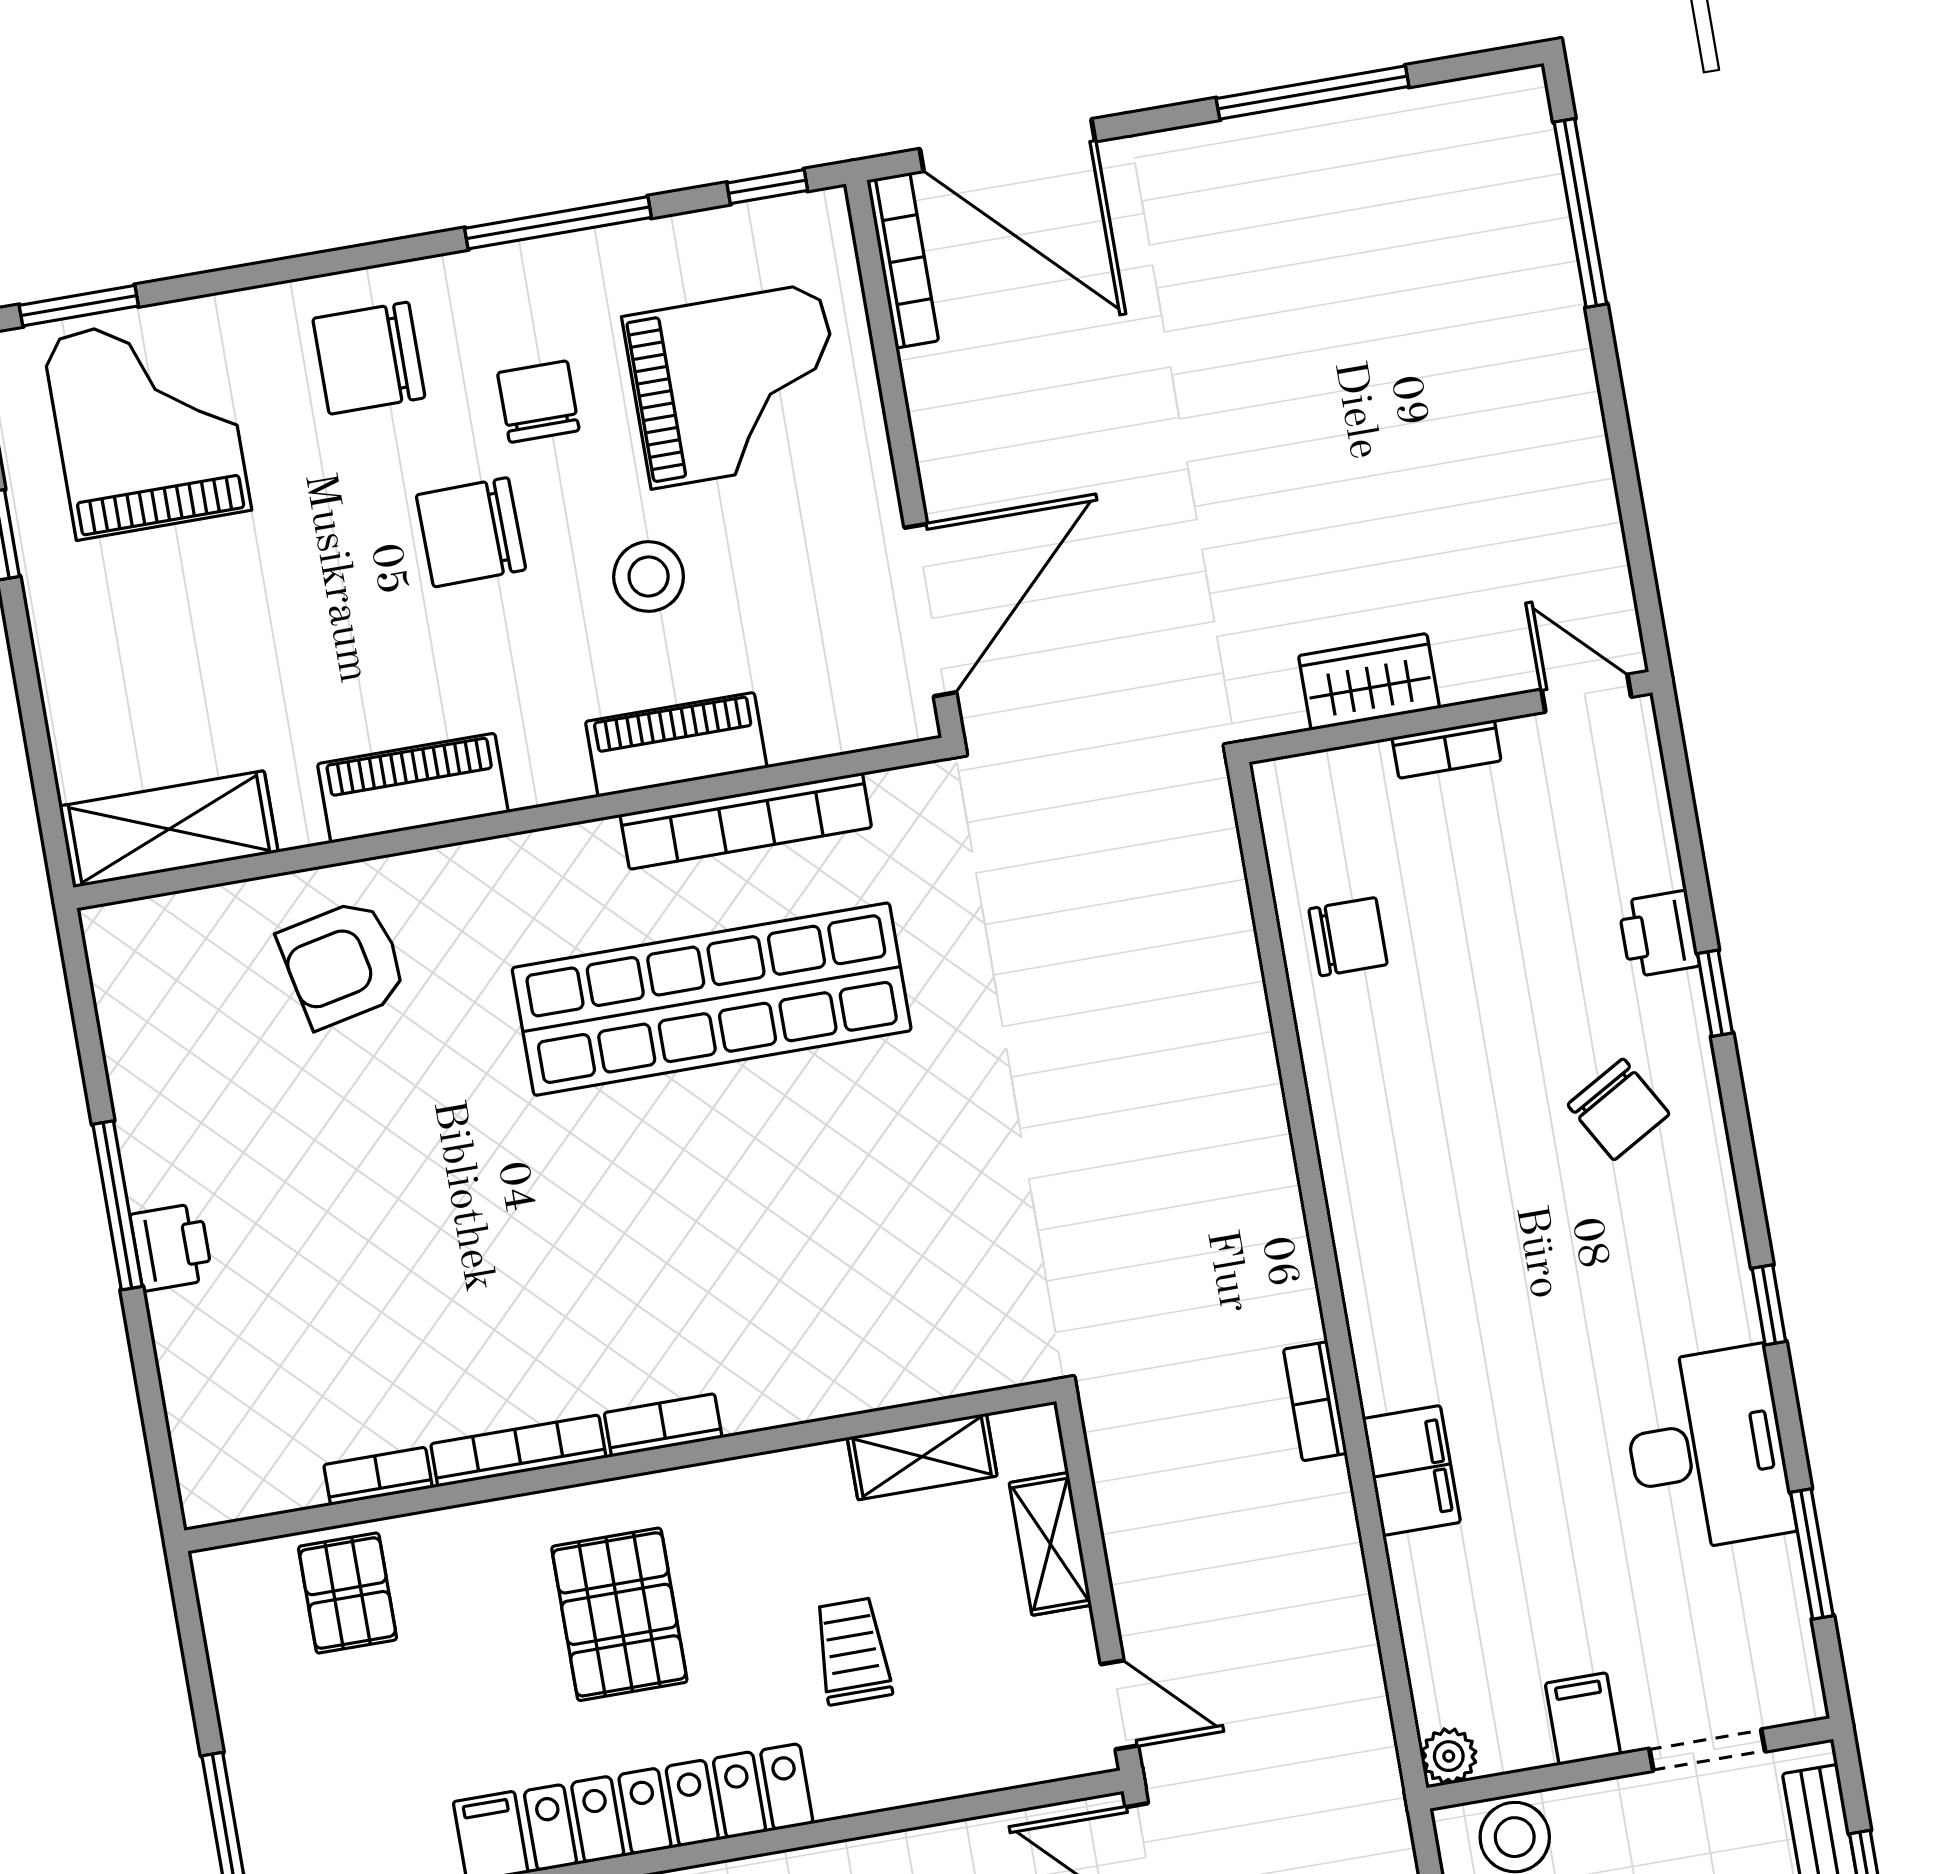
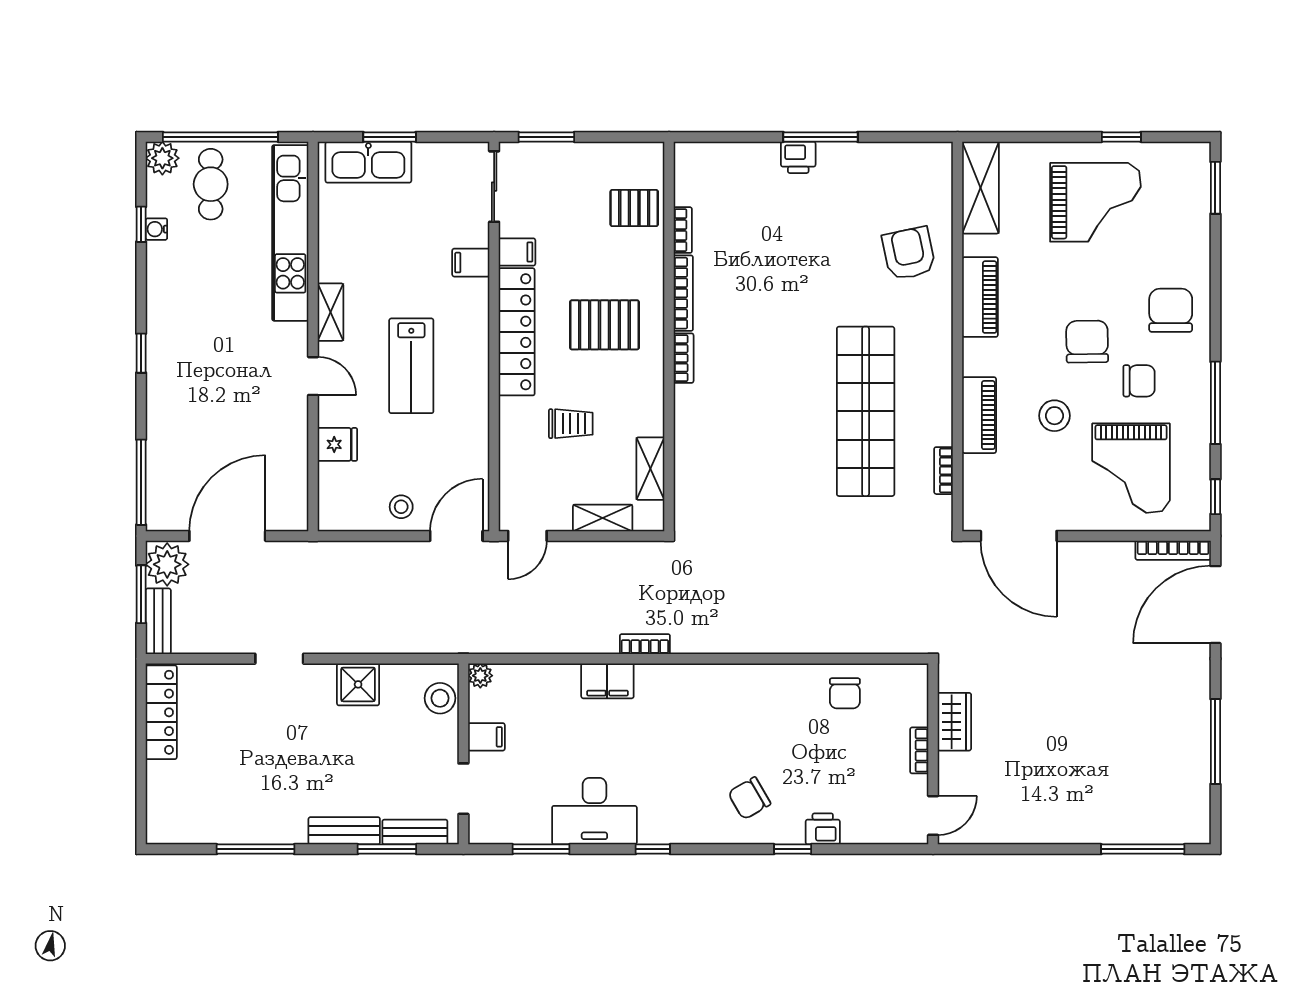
grand piano: (147, 424) -> (1095, 202), moved
bookcase: (746, 821) -> (944, 471), width x0.43, depth x0.76

